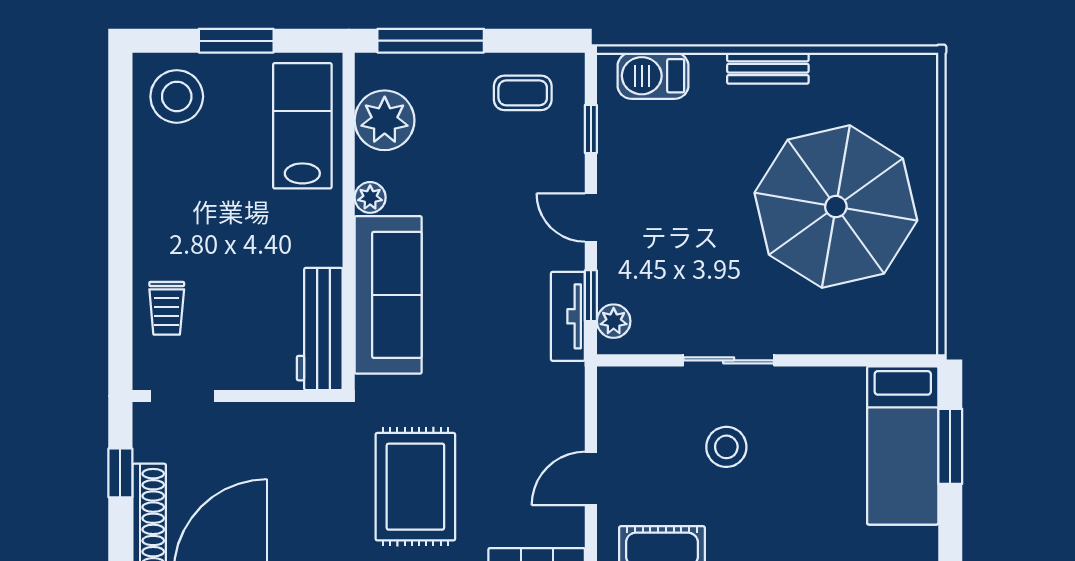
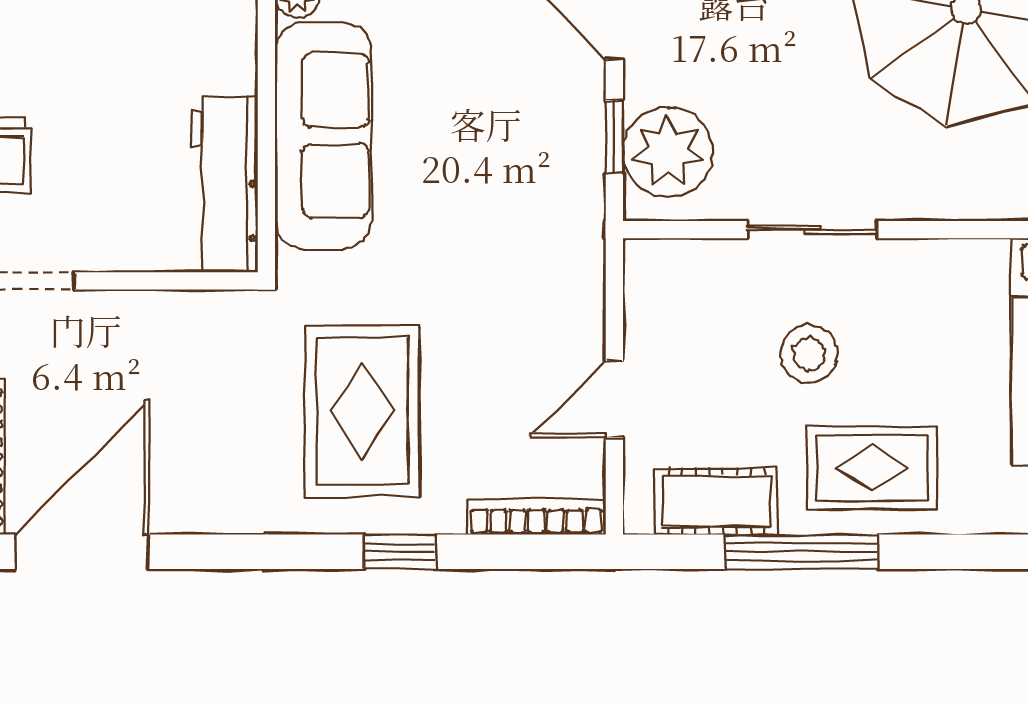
tv unit: (568, 316) -> (581, 166), removed
plant: (614, 321) -> (668, 152), width x1.87, depth x1.87
rug: (770, 526) -> (872, 468), added

